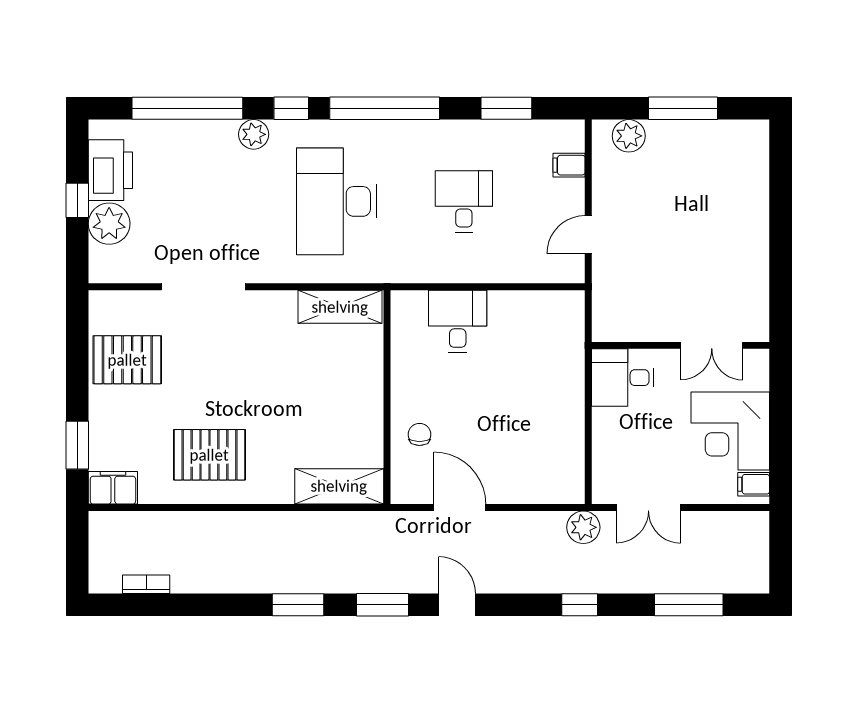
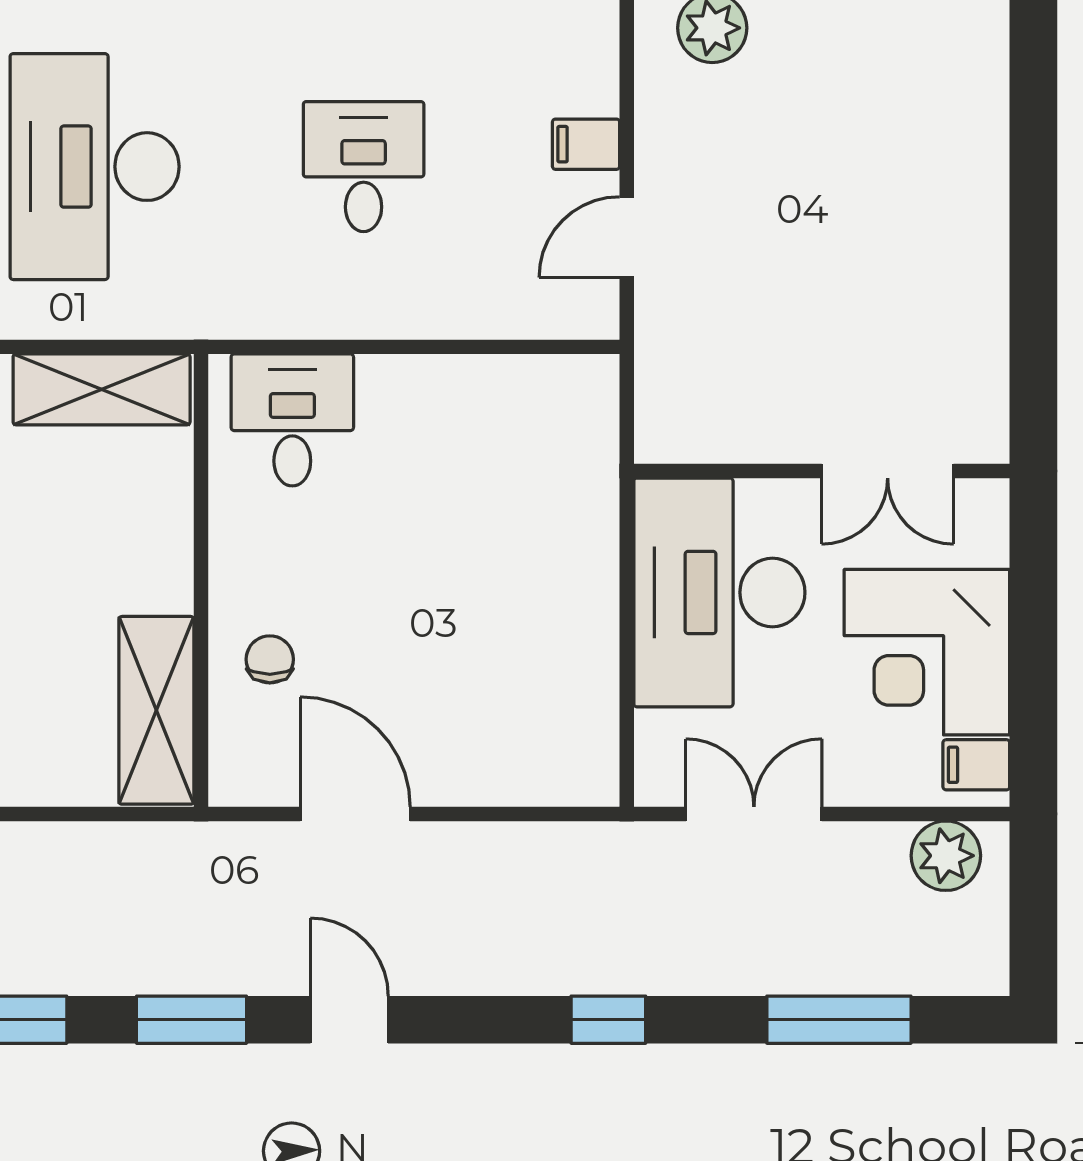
filing cabinet: (569, 165) -> (586, 144), moved
desk: (458, 321) -> (292, 420), moved
desk: (623, 378) -> (719, 592), width x1.87, depth x1.30
shelving: (339, 486) -> (156, 710), moved, turned 90
double door: (648, 508) -> (754, 814), swing flipped
plant: (583, 527) -> (946, 856), moved

